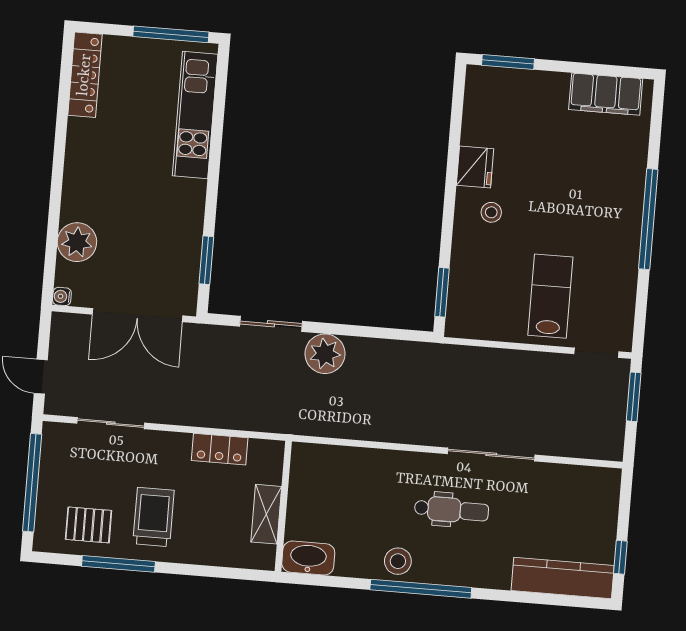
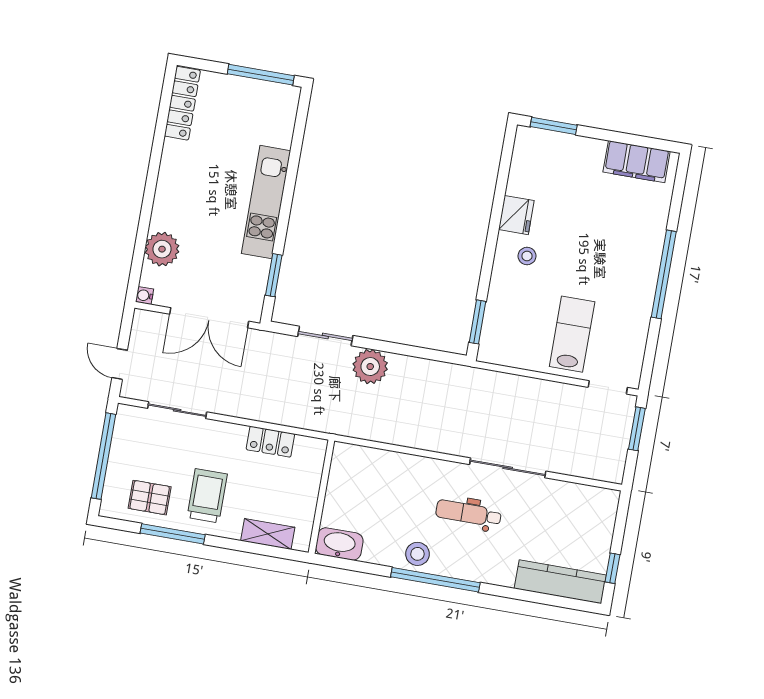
kitchen unit: (195, 115) -> (266, 202), moved
dental chair: (451, 510) -> (468, 513), turned 180
shelving: (266, 514) -> (268, 534), moved, turned 90

